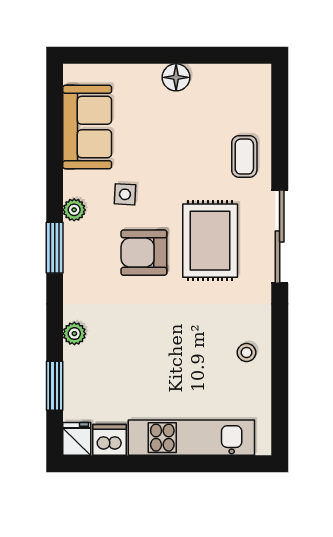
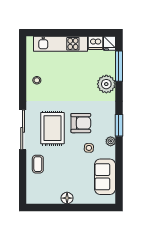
plant: (74, 334) -> (106, 84), width x1.88, depth x1.88
window: (55, 386) -> (119, 66), width x1.44

